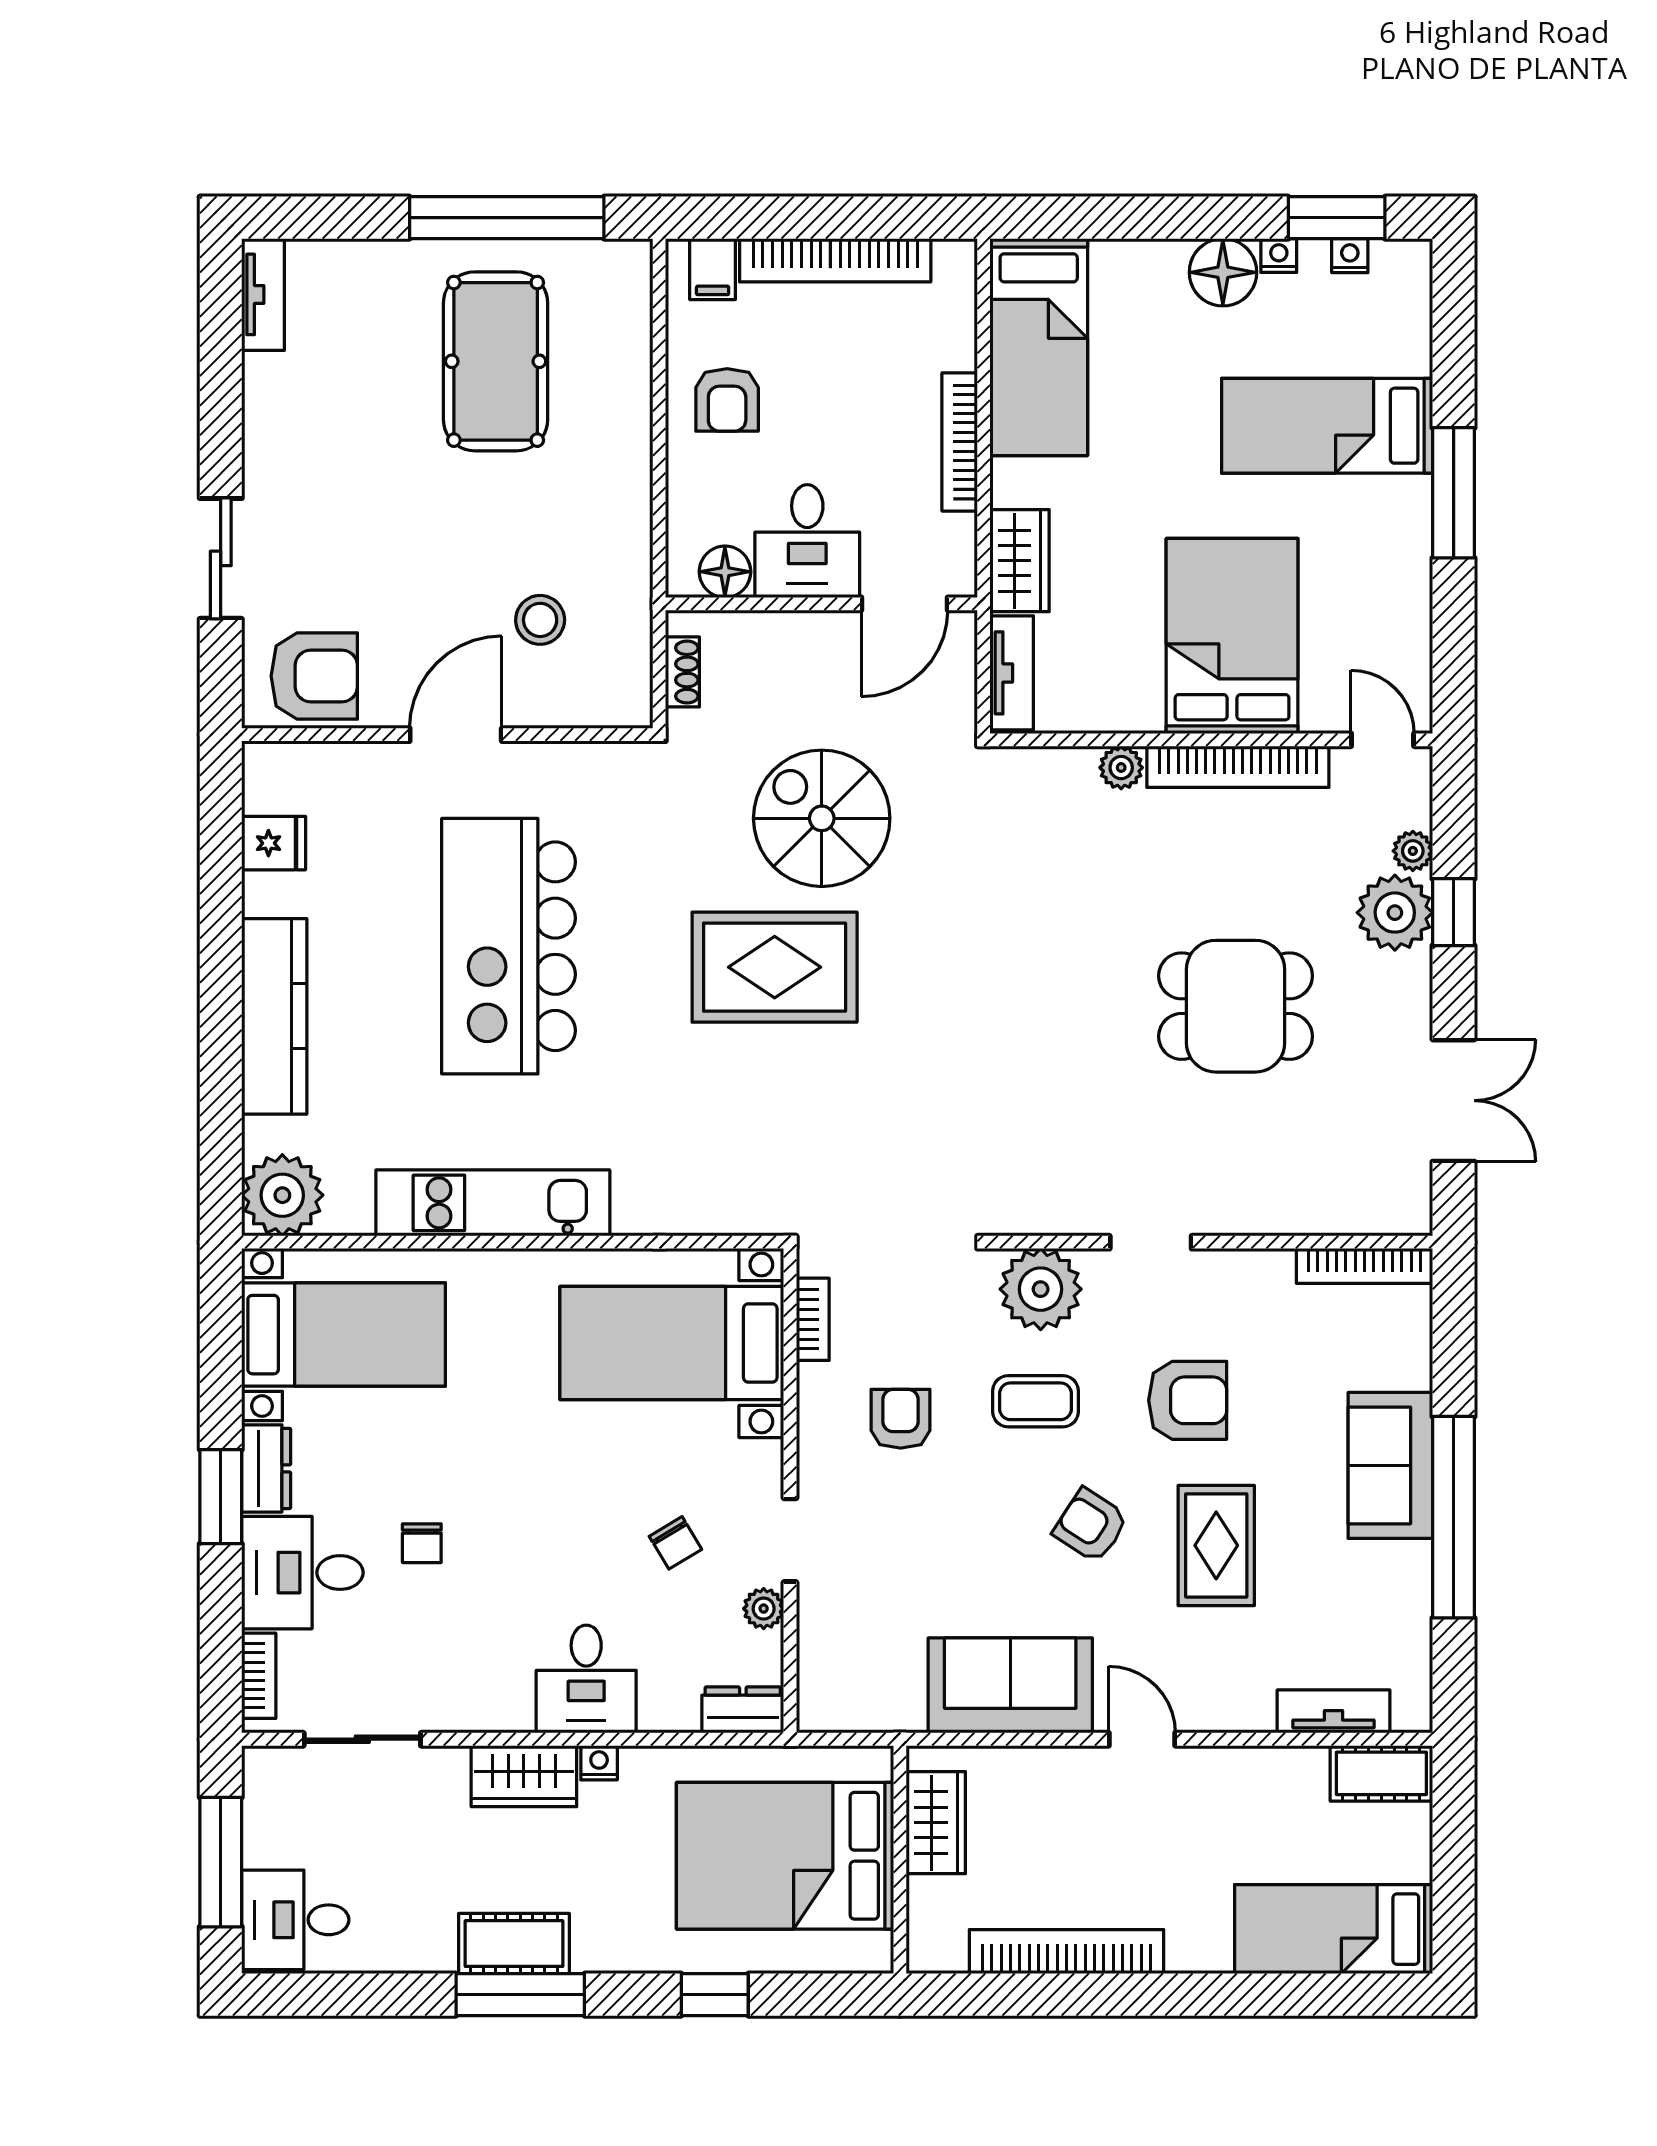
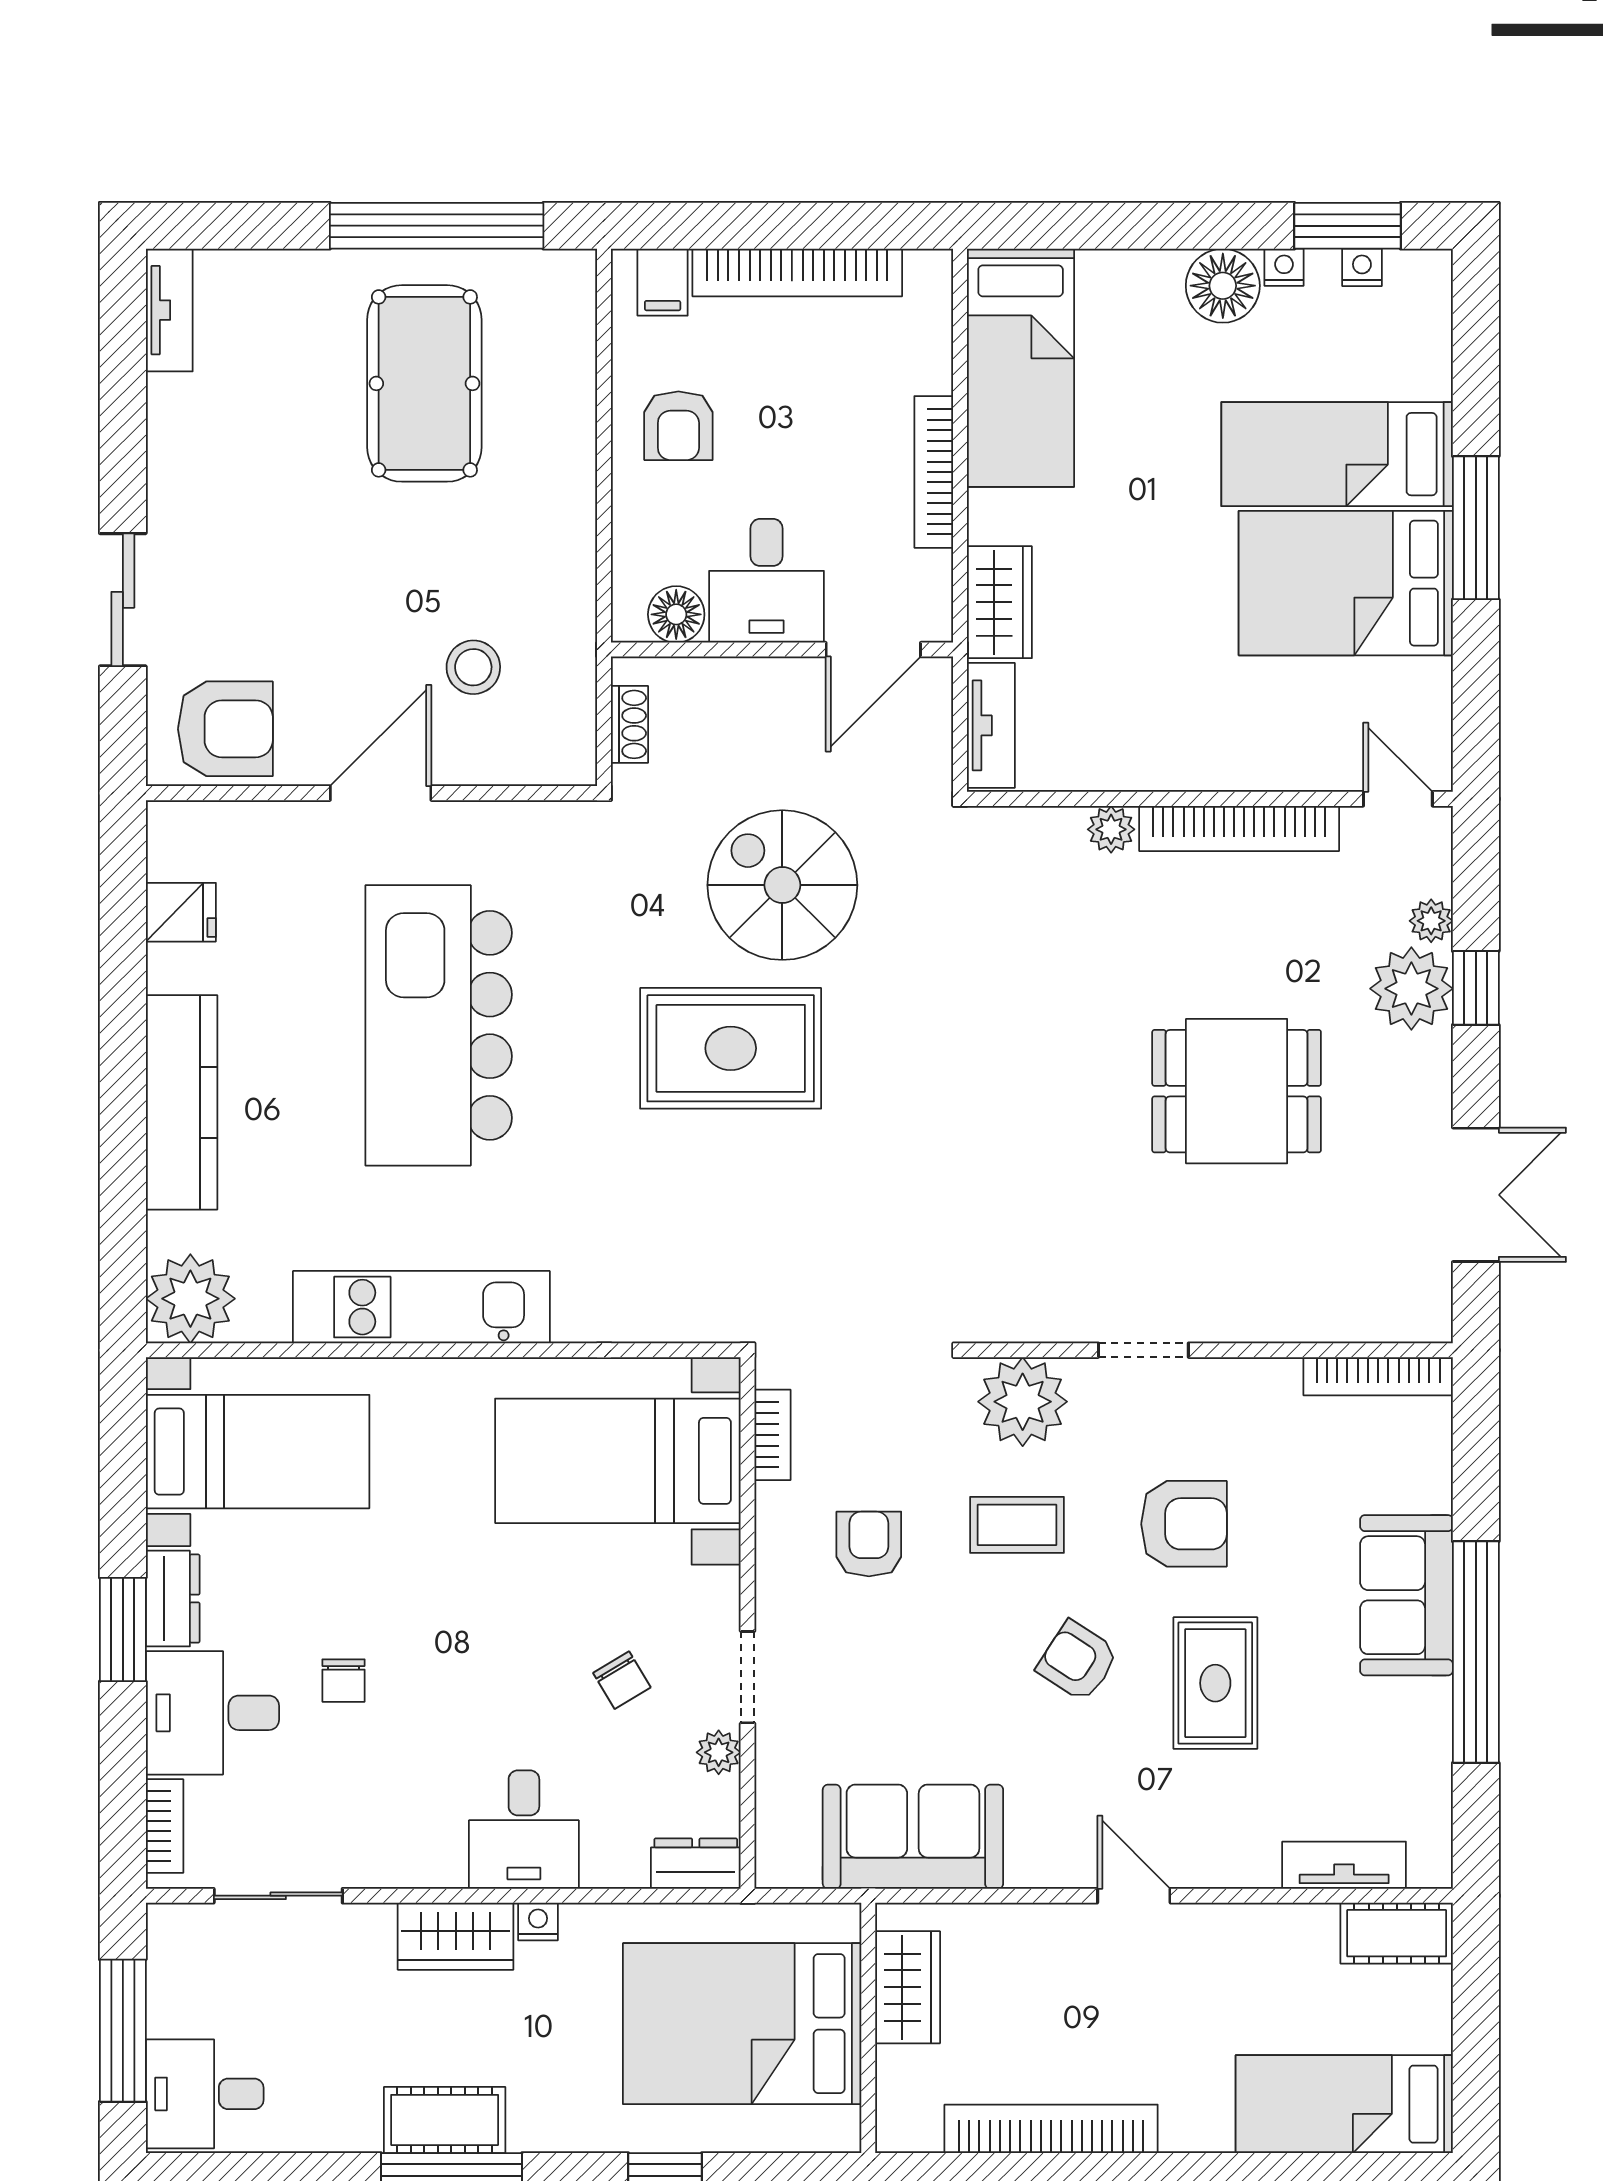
bed: (1232, 636) -> (1346, 583), moved, turned -90
sofa: (1010, 1685) -> (913, 1837), moved

